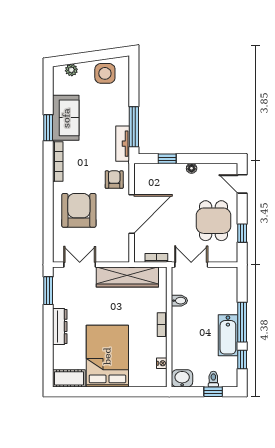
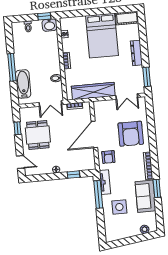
side table: (105, 73) -> (119, 207), moved
bathtub: (228, 335) -> (23, 84), moved
window: (242, 359) -> (10, 42), removed
window: (213, 392) -> (44, 16), moved

